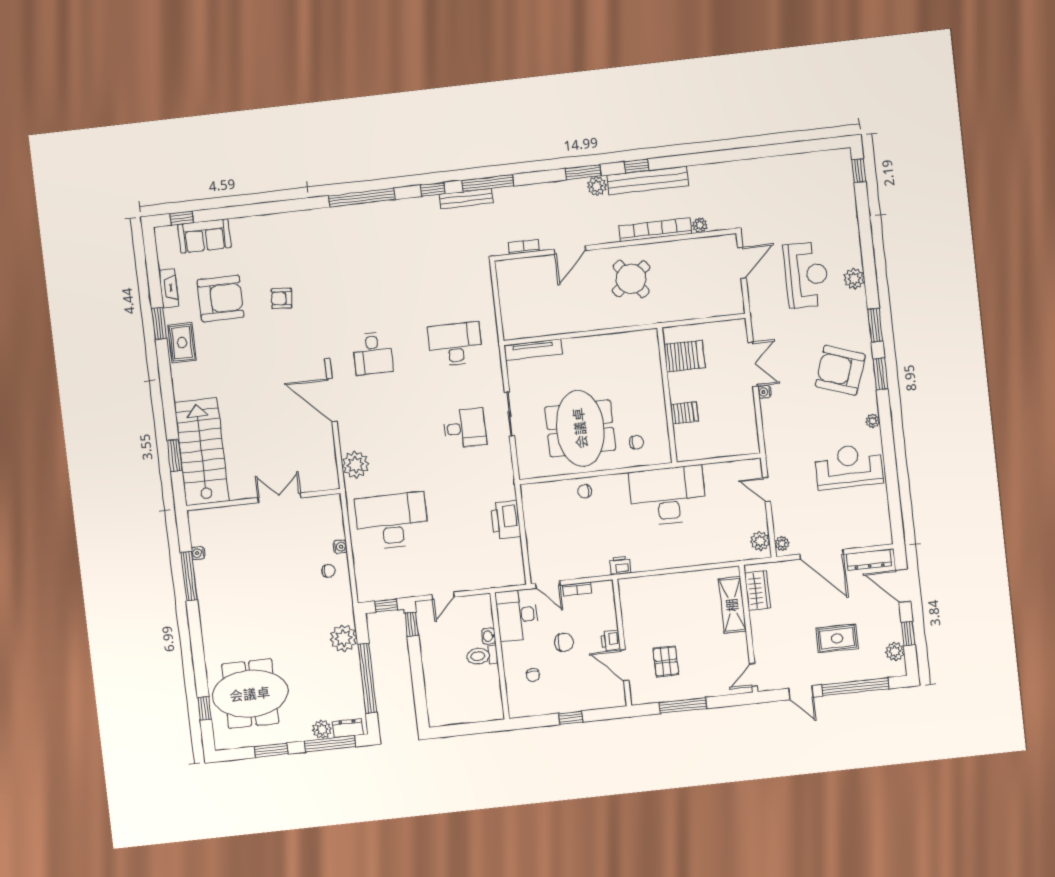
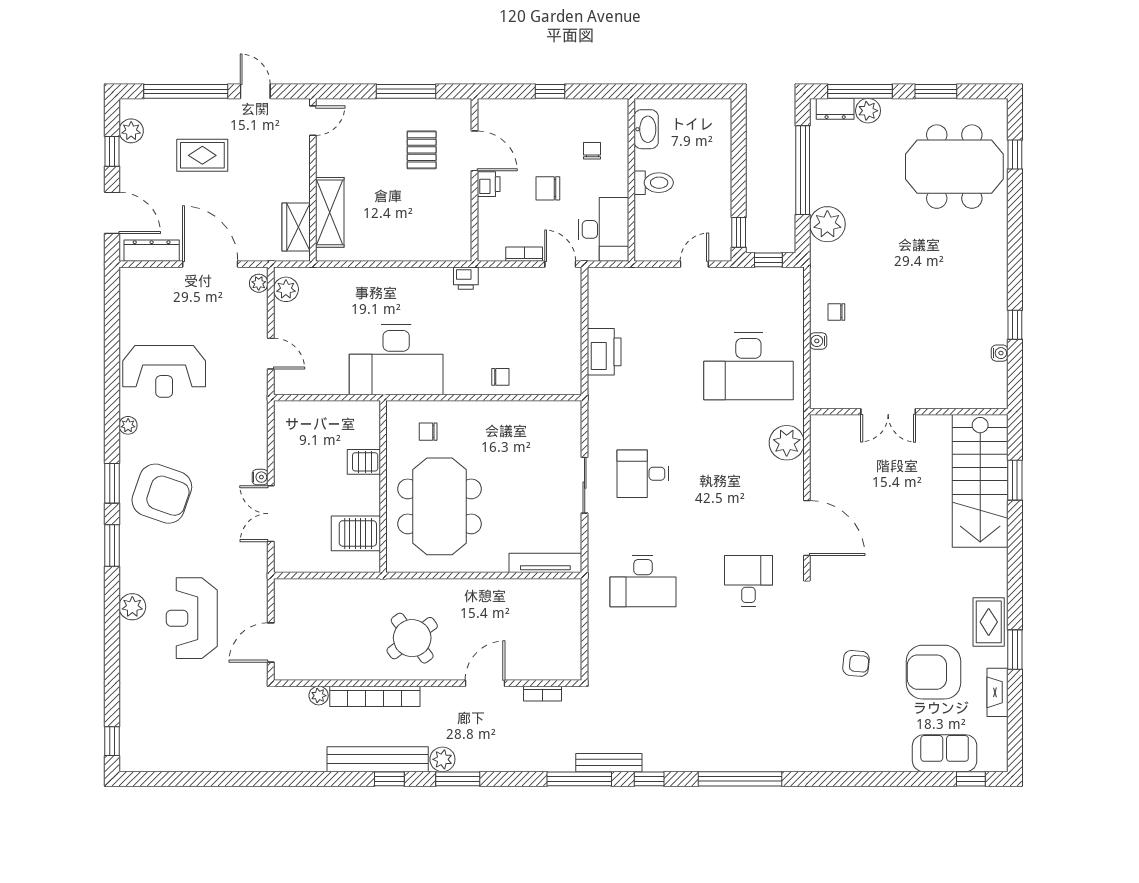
meeting table: (580, 428) -> (439, 506), moved
window: (189, 576) -> (1015, 325), width x0.46
washbasin: (489, 636) -> (646, 129), moved, width x1.91, depth x1.45

